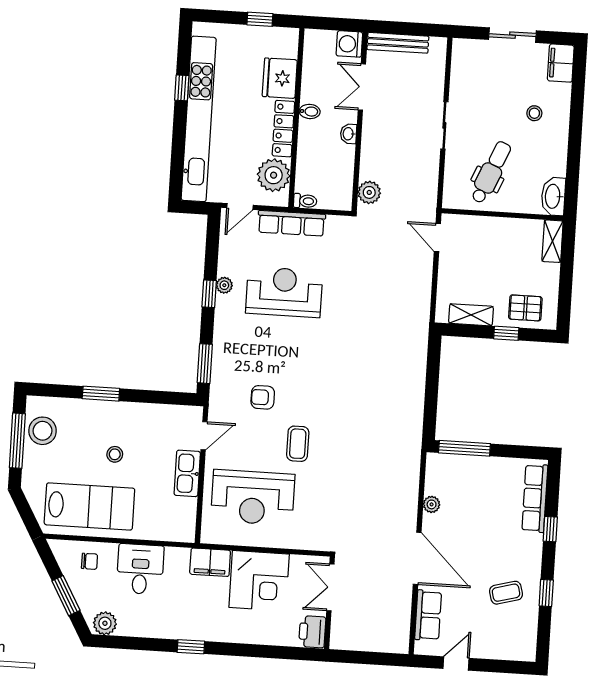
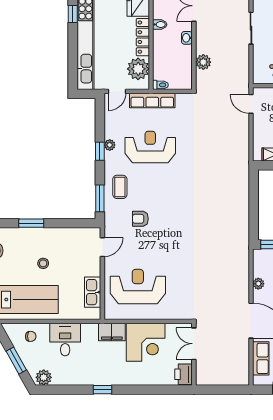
plant: (369, 192) -> (203, 62), moved
coffee table: (298, 444) -> (120, 187), moved
kitchen sink: (187, 473) -> (93, 292), moved
reception desk: (253, 497) -> (138, 287), turned 180

